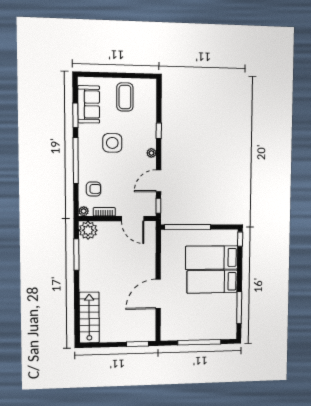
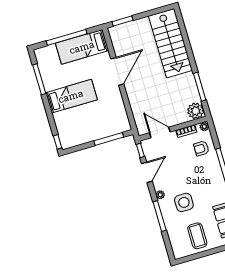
window: (159, 131) -> (160, 216), width x2.17
side table: (112, 143) -> (184, 202), moved
window: (188, 227) -> (109, 139), width x0.68
bed: (212, 258) -> (82, 47), moved, turned 180
stairs: (89, 318) -> (170, 43), width x1.36, depth x1.51

